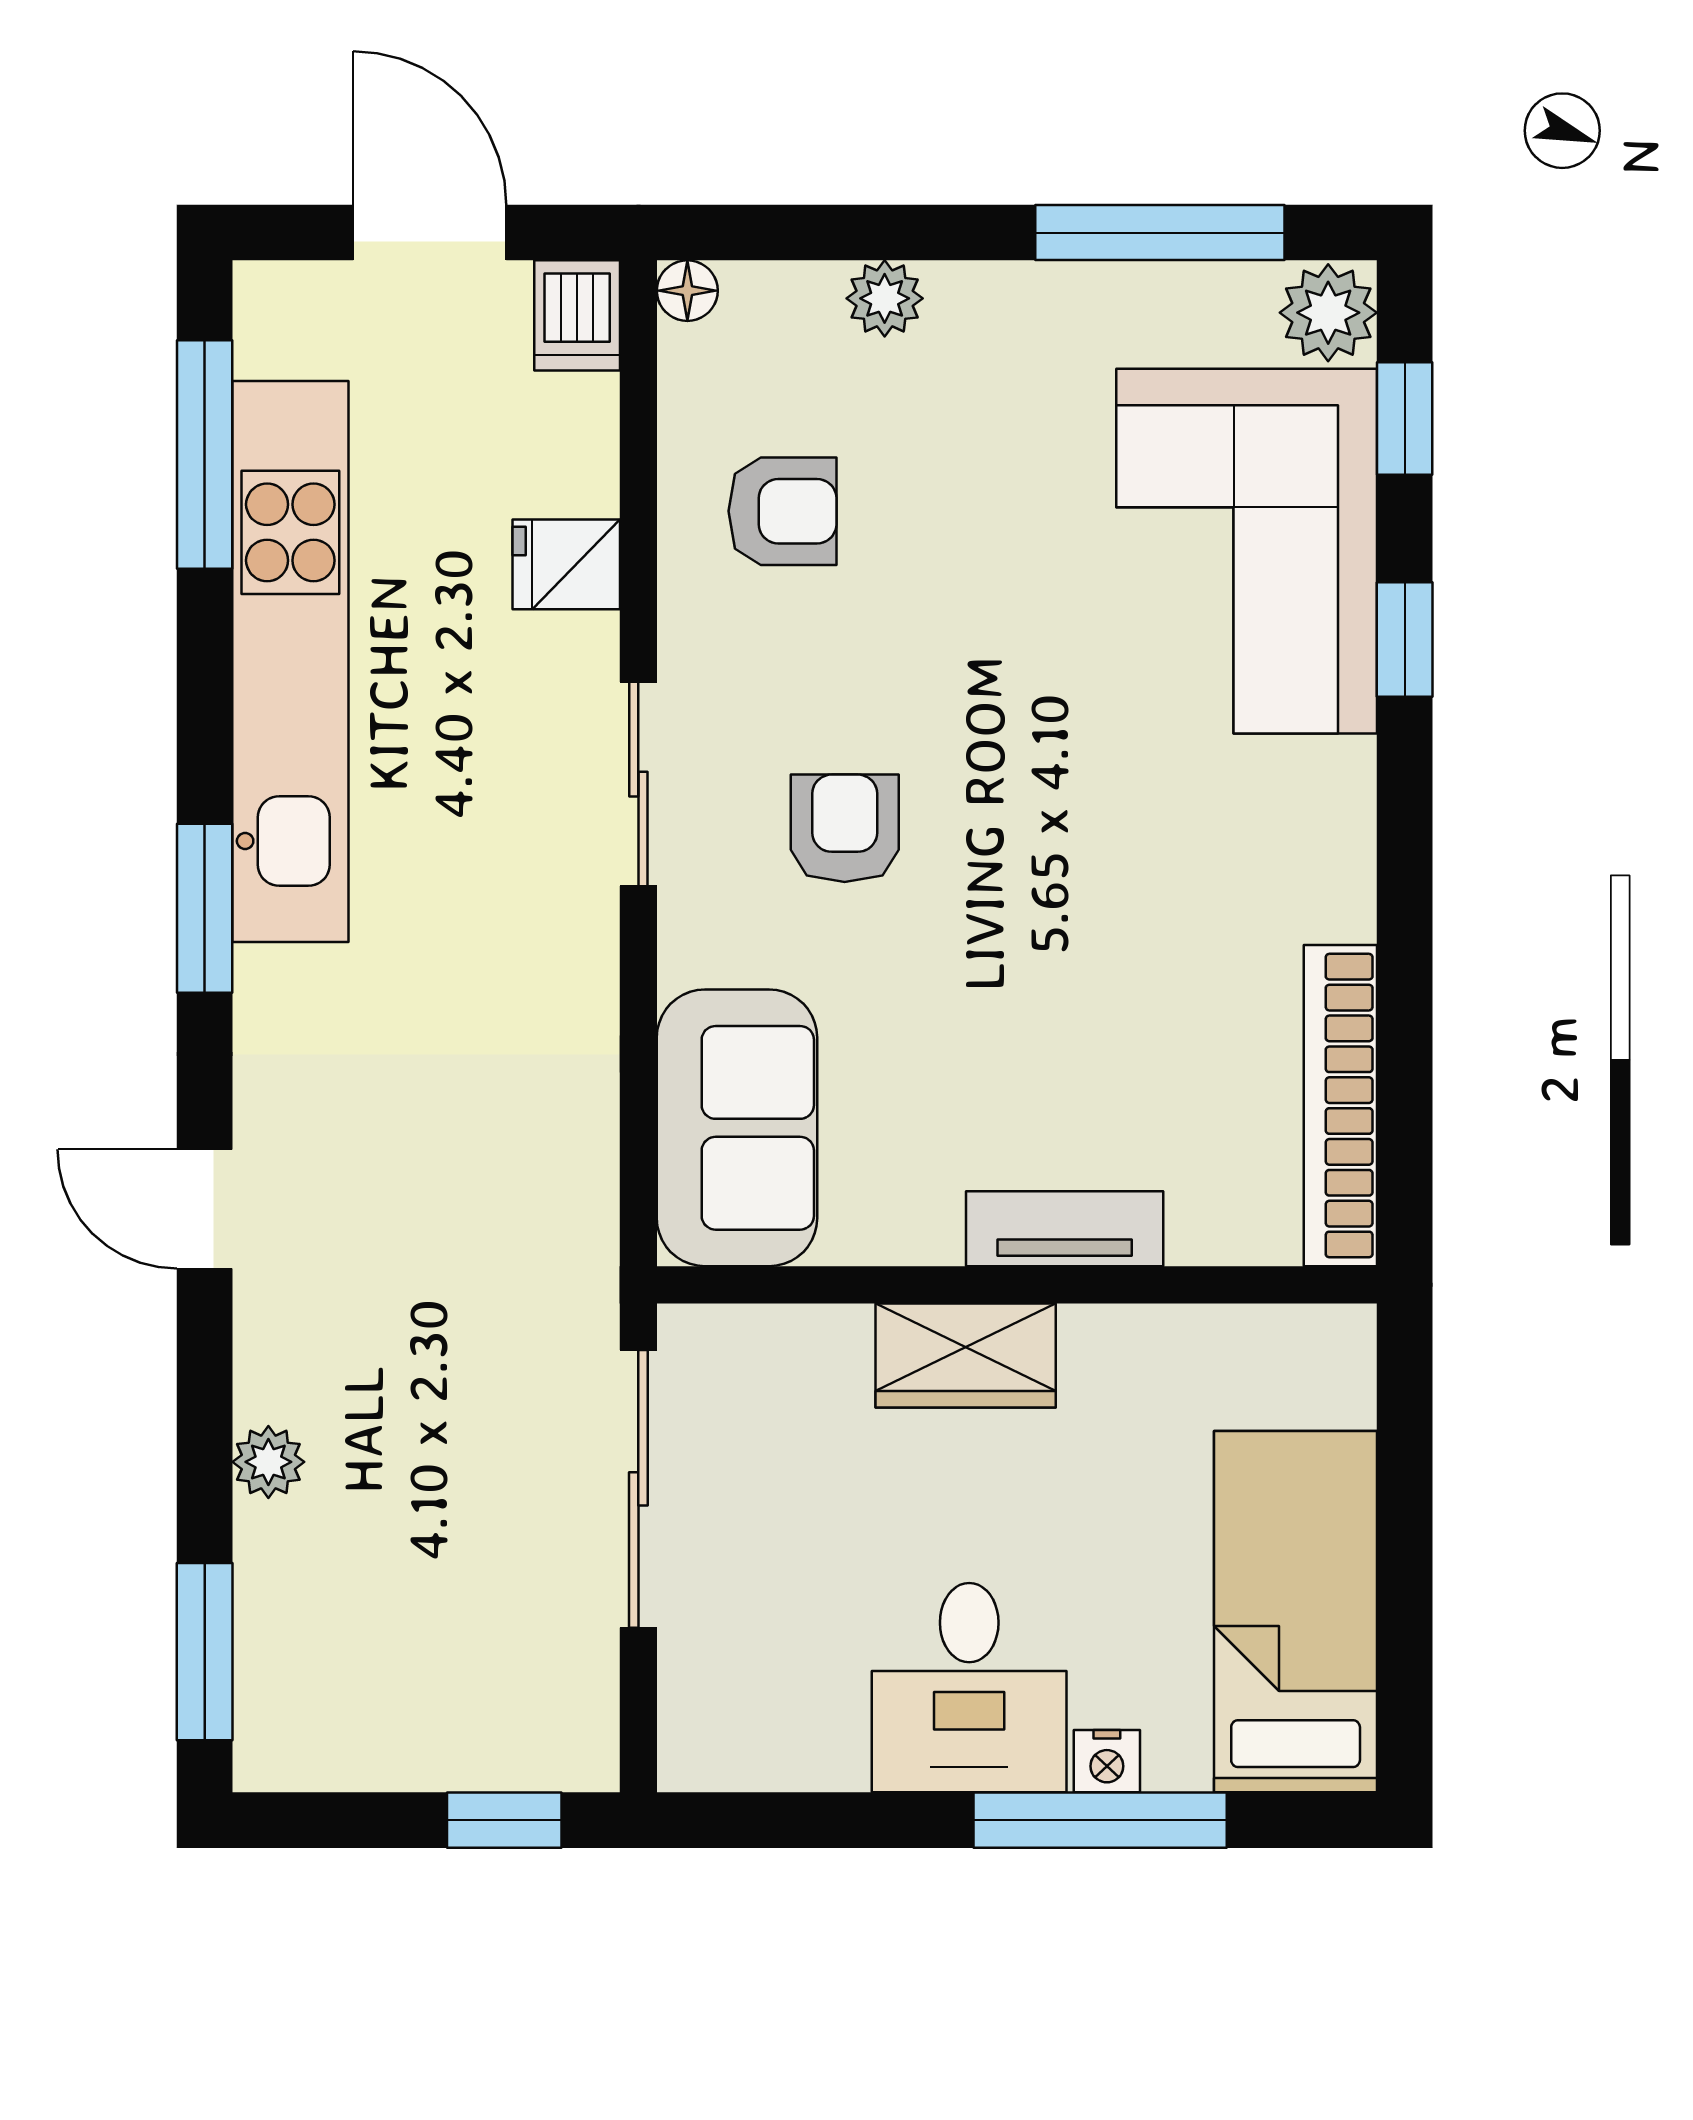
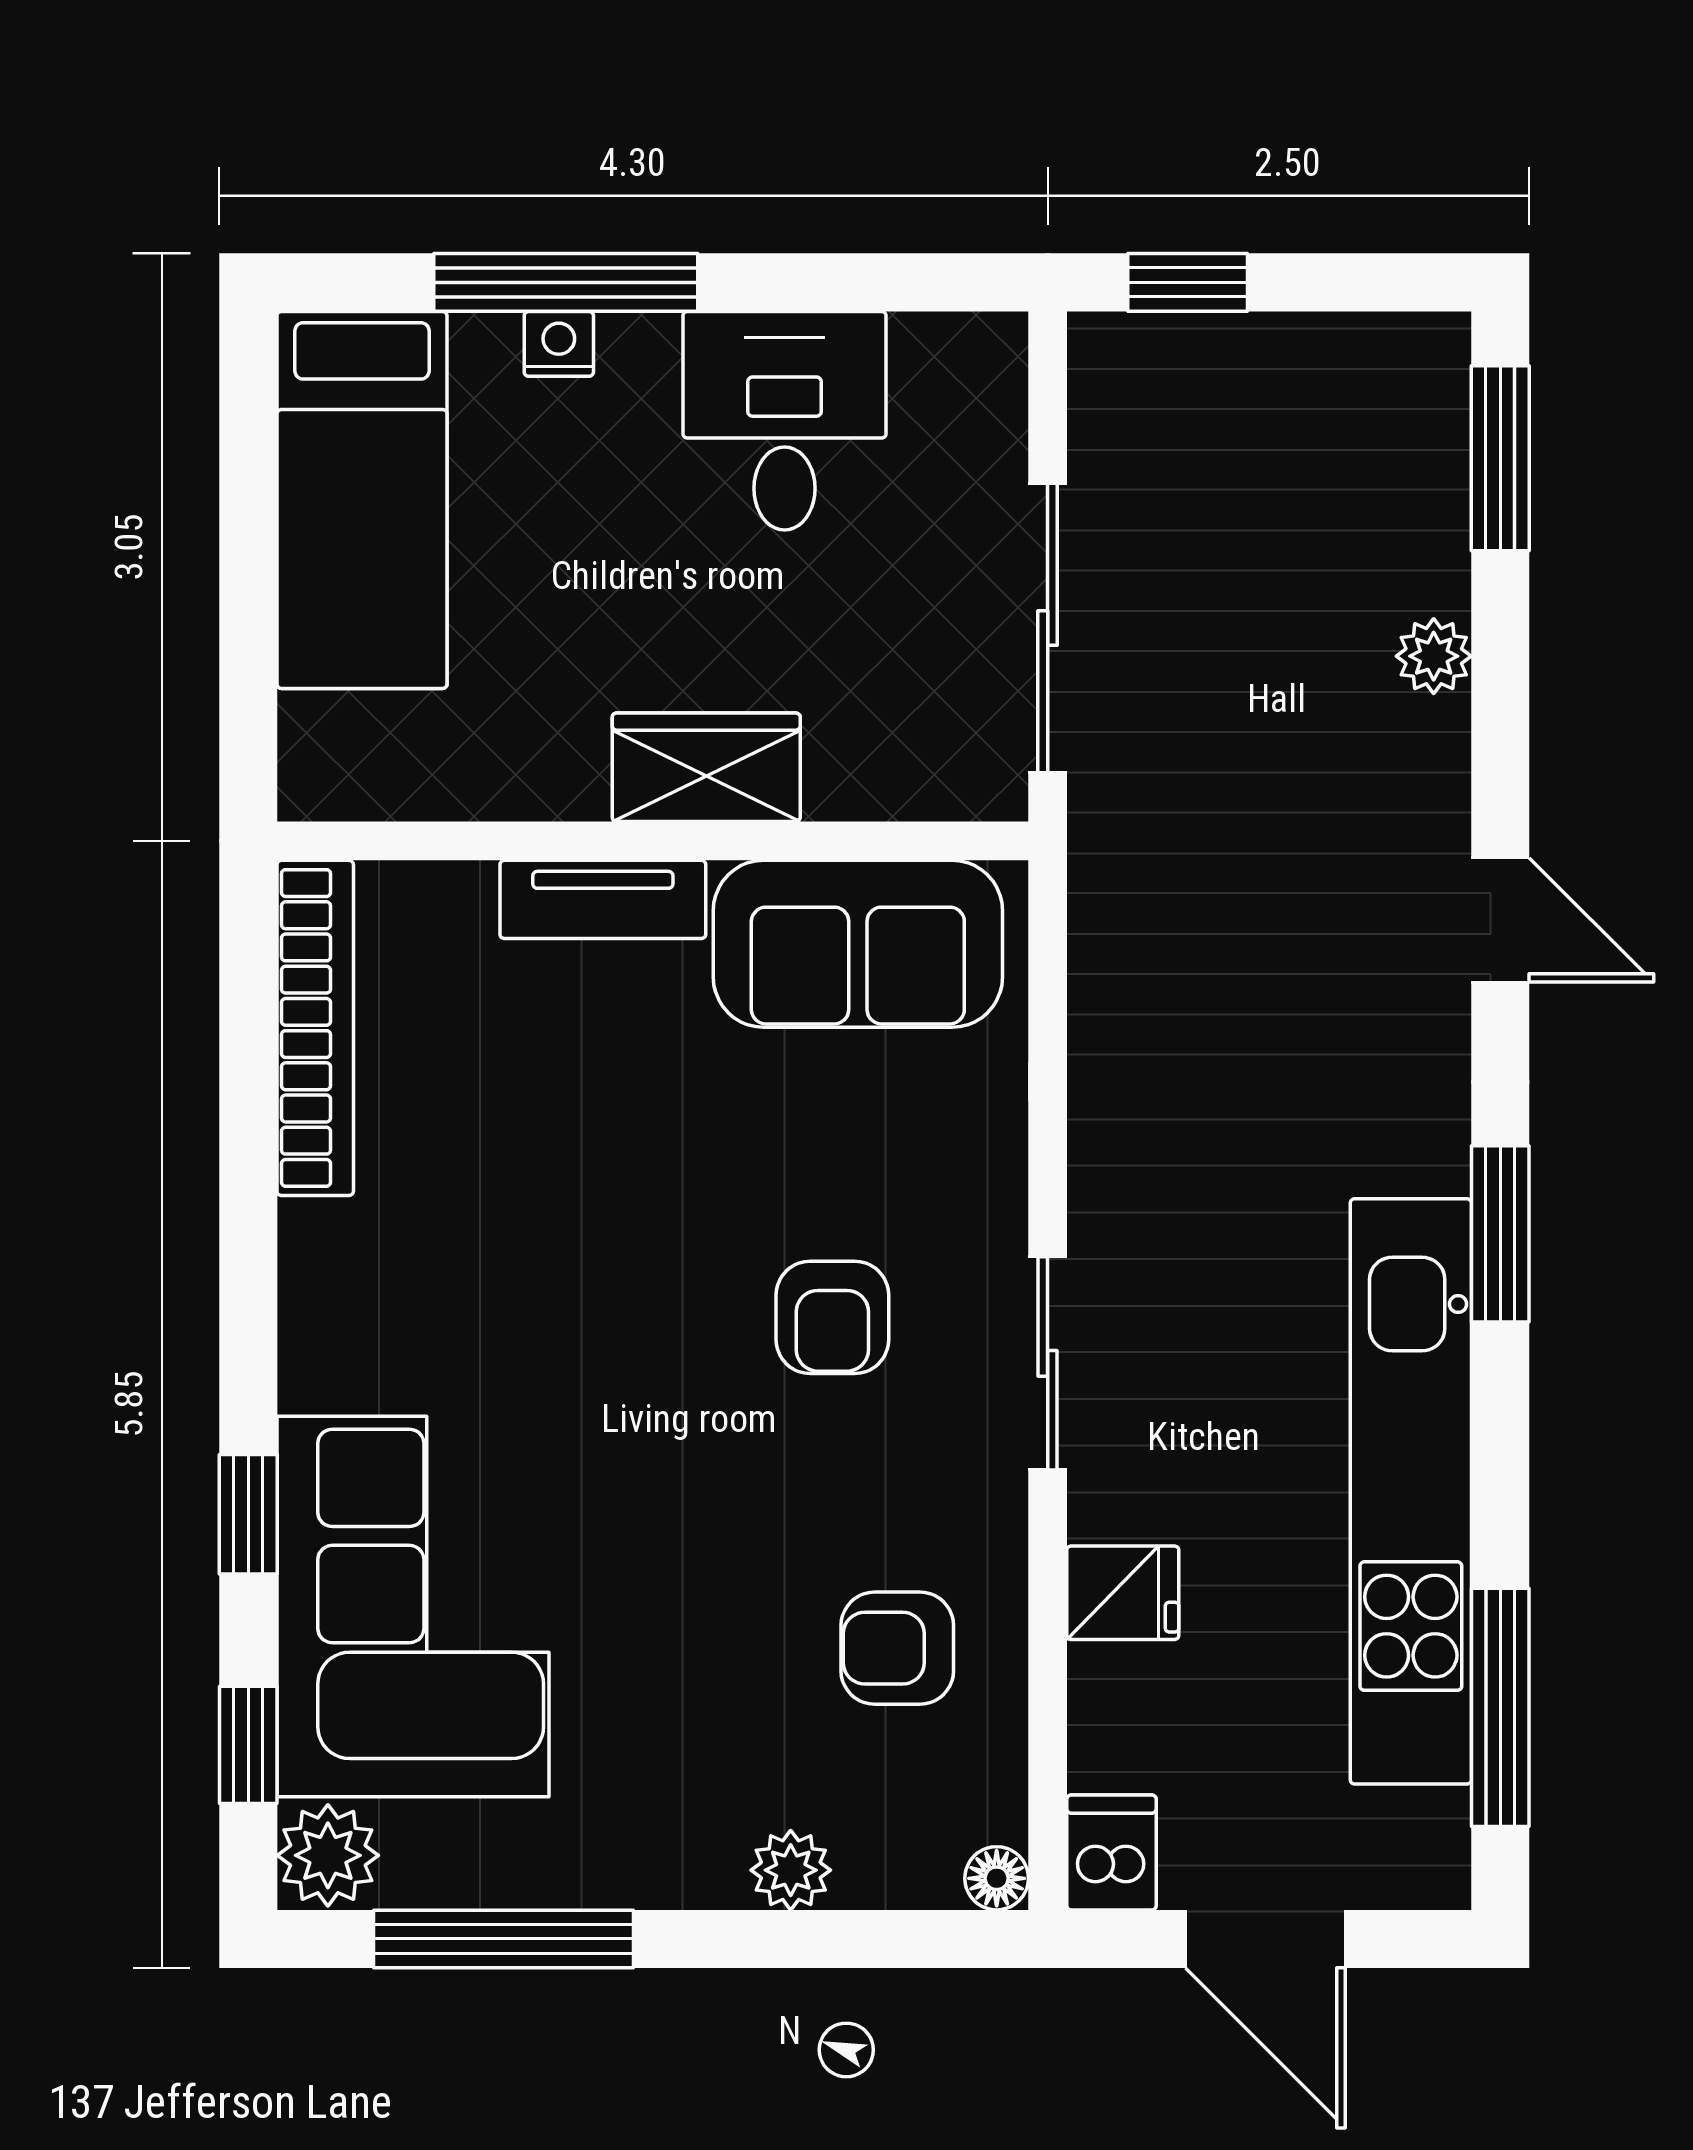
sofa: (737, 1128) -> (858, 944), moved, turned -90
desk: (969, 1688) -> (785, 421), moved

